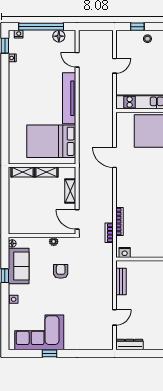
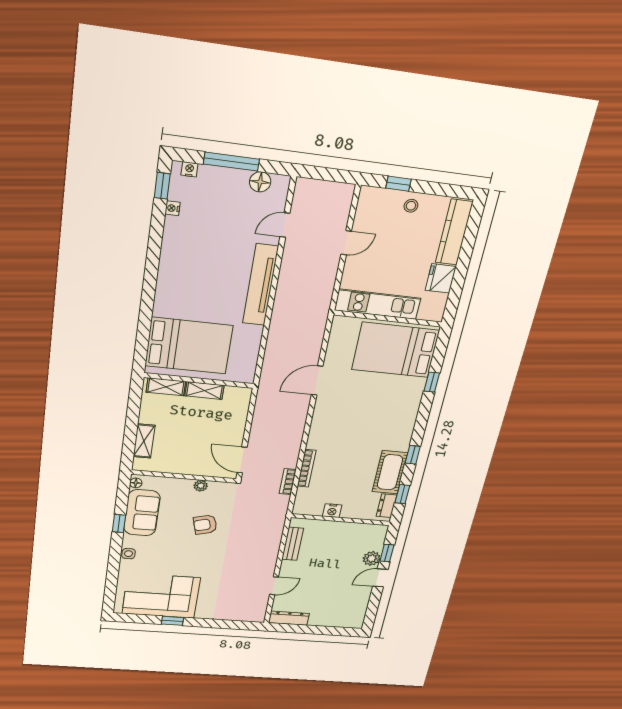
window: (41, 27) -> (231, 162), width x0.68
door: (77, 60) -> (285, 225), hinge flipped
bed: (51, 141) -> (189, 346), moved, turned 180
door: (114, 157) -> (317, 380), hinge flipped
shelving: (70, 191) -> (144, 441), moved
nightstand: (125, 252) -> (332, 511), moved
armchair: (61, 271) -> (205, 525), turned -105

